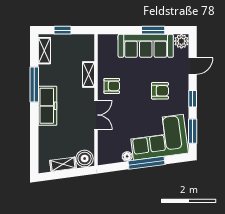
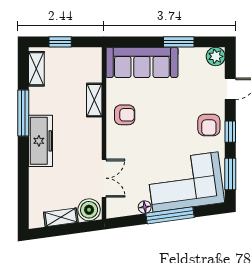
sofa: (146, 46) -> (142, 62), moved
armchair: (160, 91) -> (209, 125), moved, turned 90
double door: (96, 115) -> (104, 178), moved

